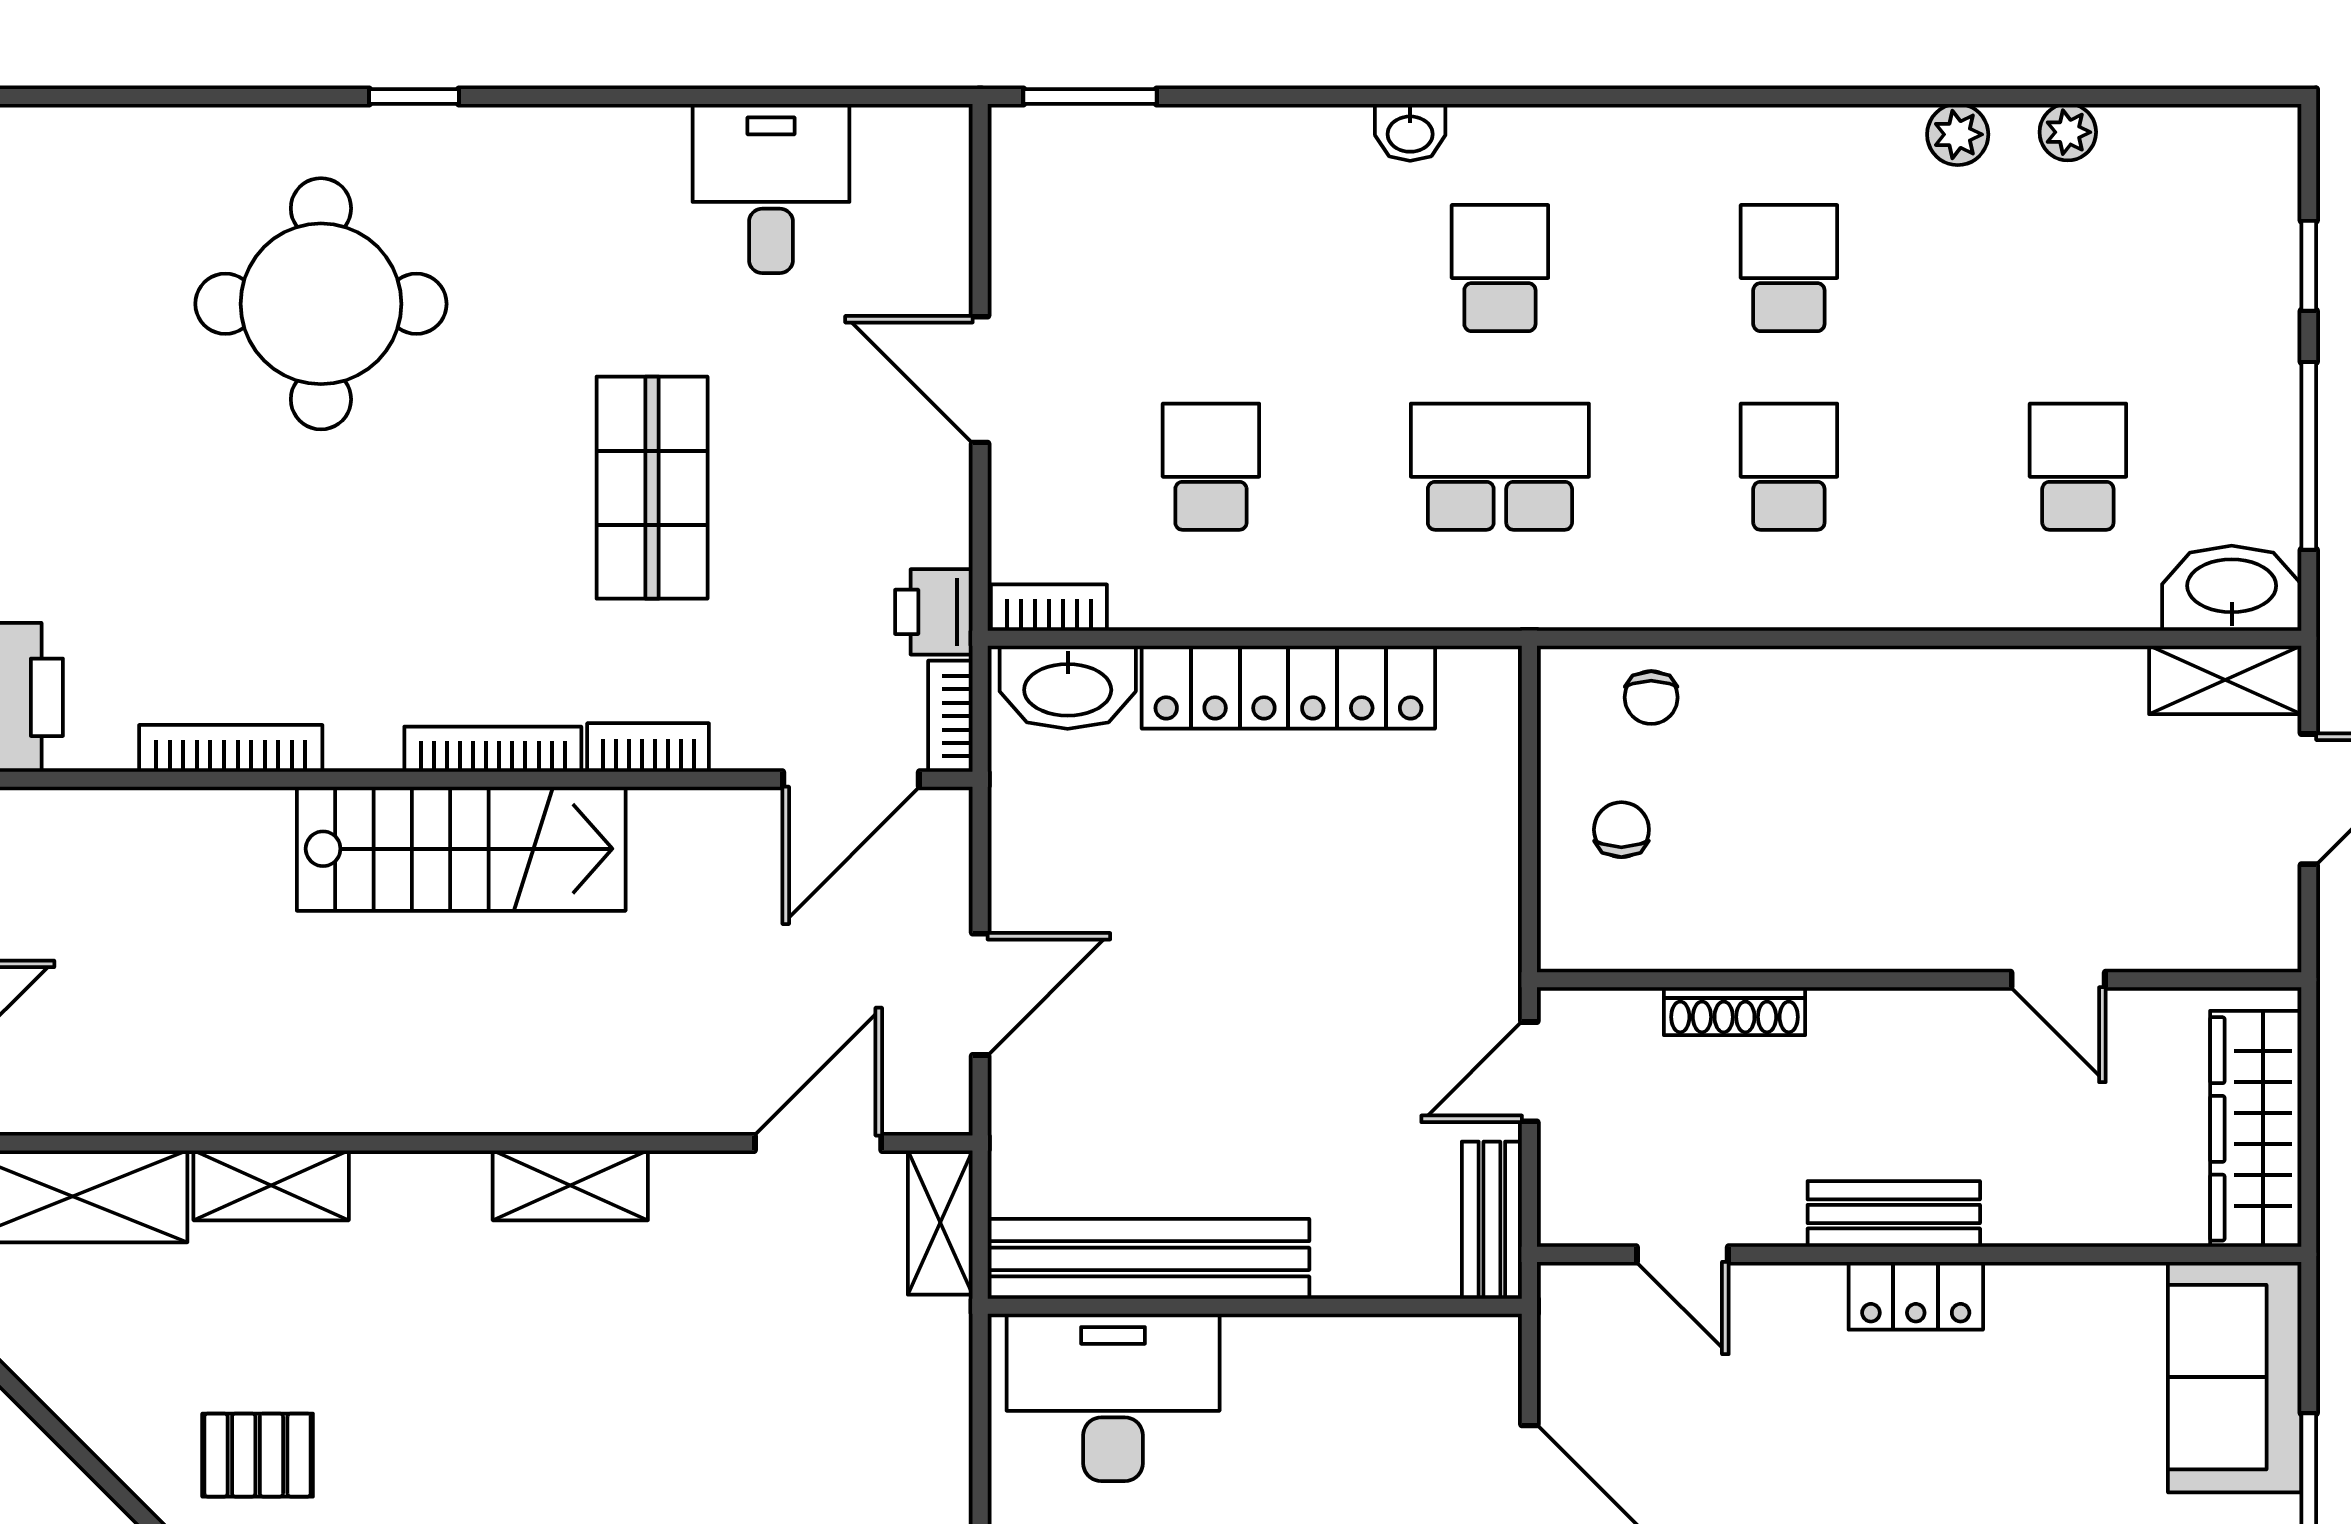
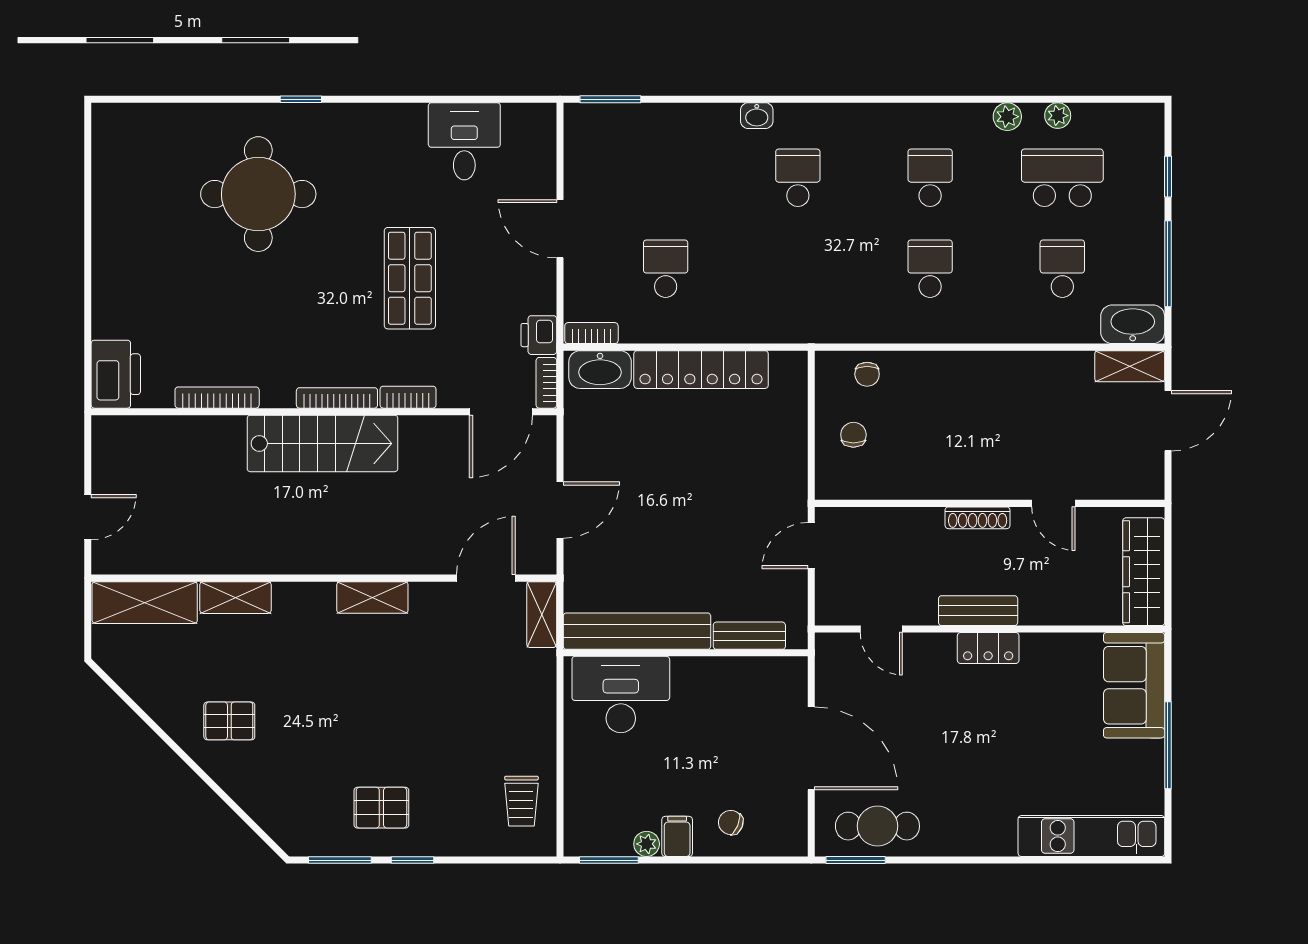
school desk: (1500, 467) -> (1062, 178), moved
shoe rack: (1734, 1011) -> (978, 518), moved
bench: (1492, 1220) -> (749, 636), moved, turned 90

